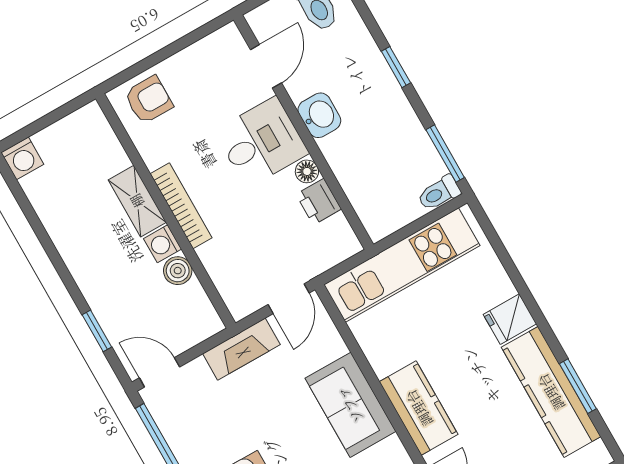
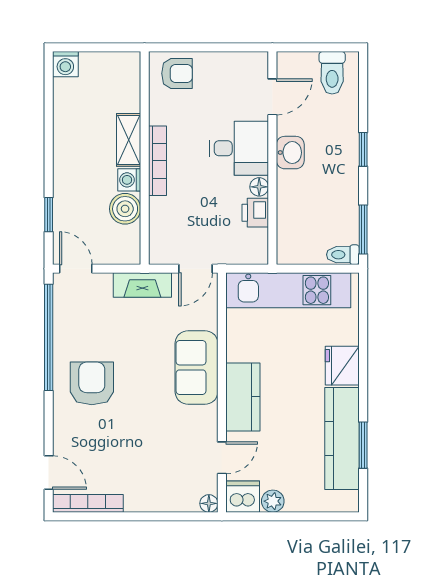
boiler: (178, 271) -> (125, 209), width x1.36, depth x1.36
fridge: (510, 319) -> (342, 366), width x1.38

